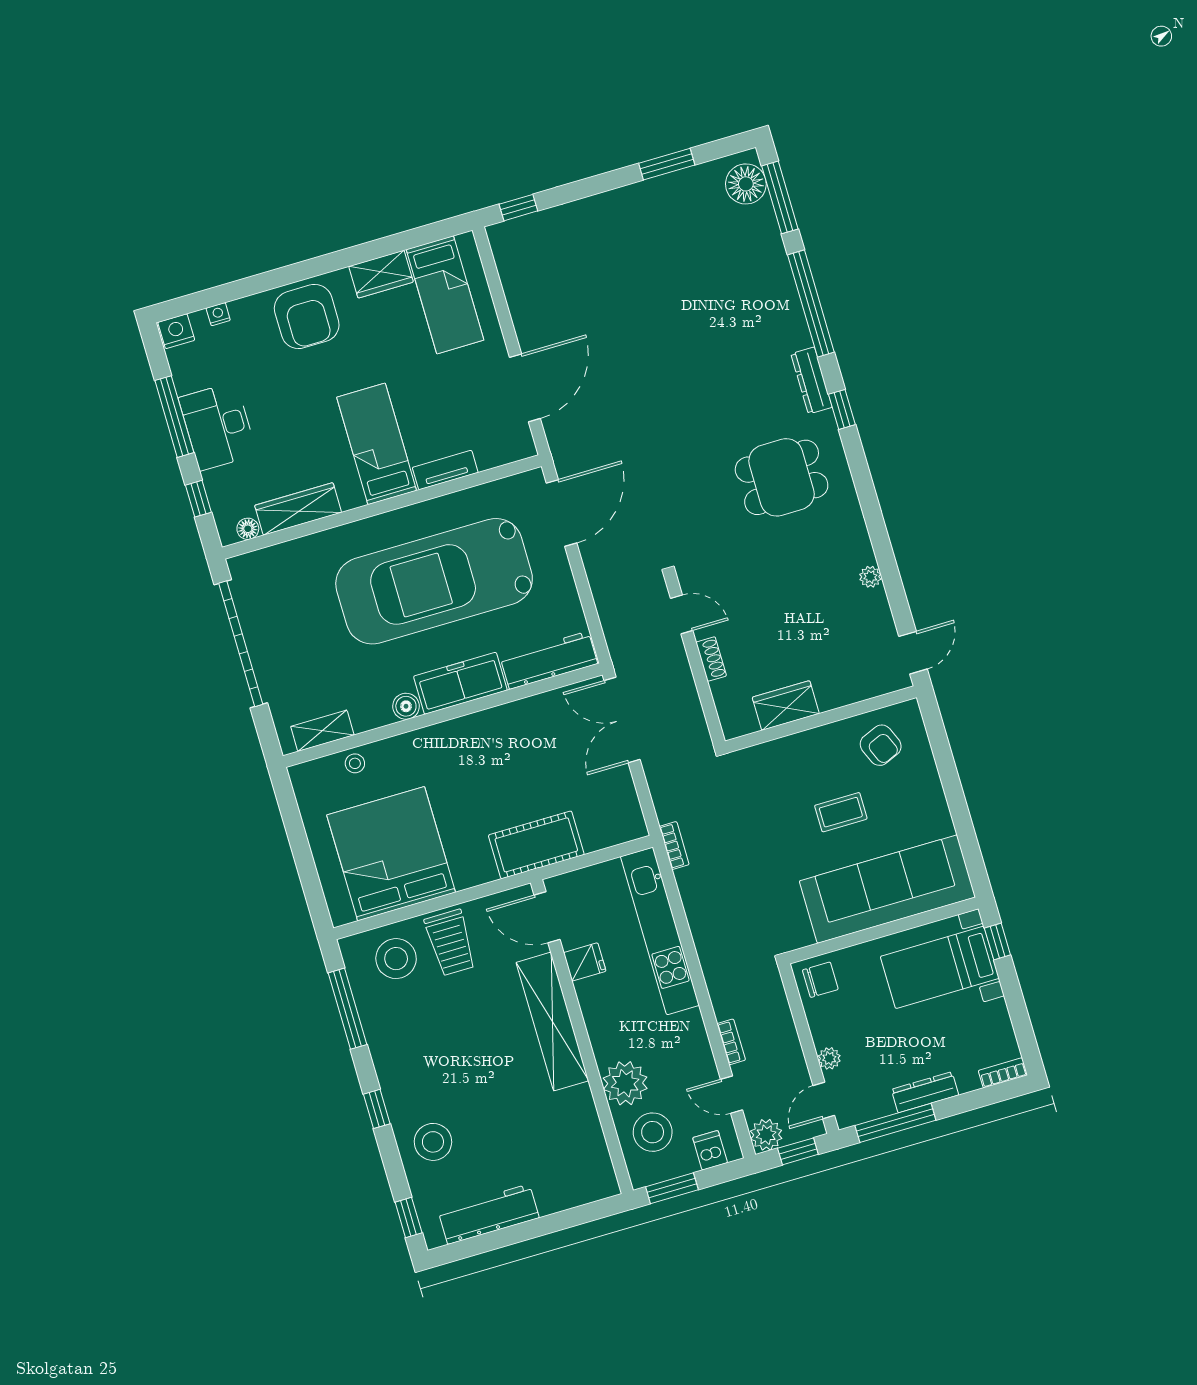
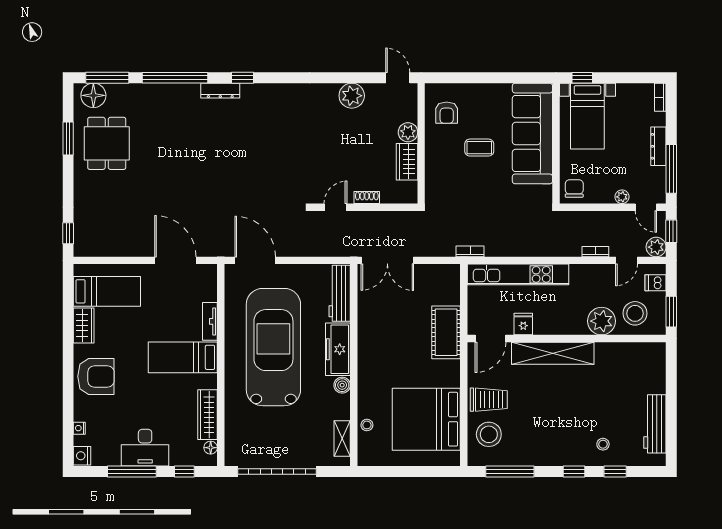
dining table: (782, 477) -> (107, 143), moved
plant: (870, 577) -> (352, 96), width x1.88, depth x1.88
car: (434, 581) -> (273, 347), turned 180
plant: (832, 694) -> (408, 132), added
armchair: (881, 745) -> (447, 113), turned 113
coffee table: (841, 812) -> (479, 148), turned 90
stool: (433, 1142) -> (603, 444), width x0.53, depth x0.53
window: (409, 1218) -> (615, 472), moved

